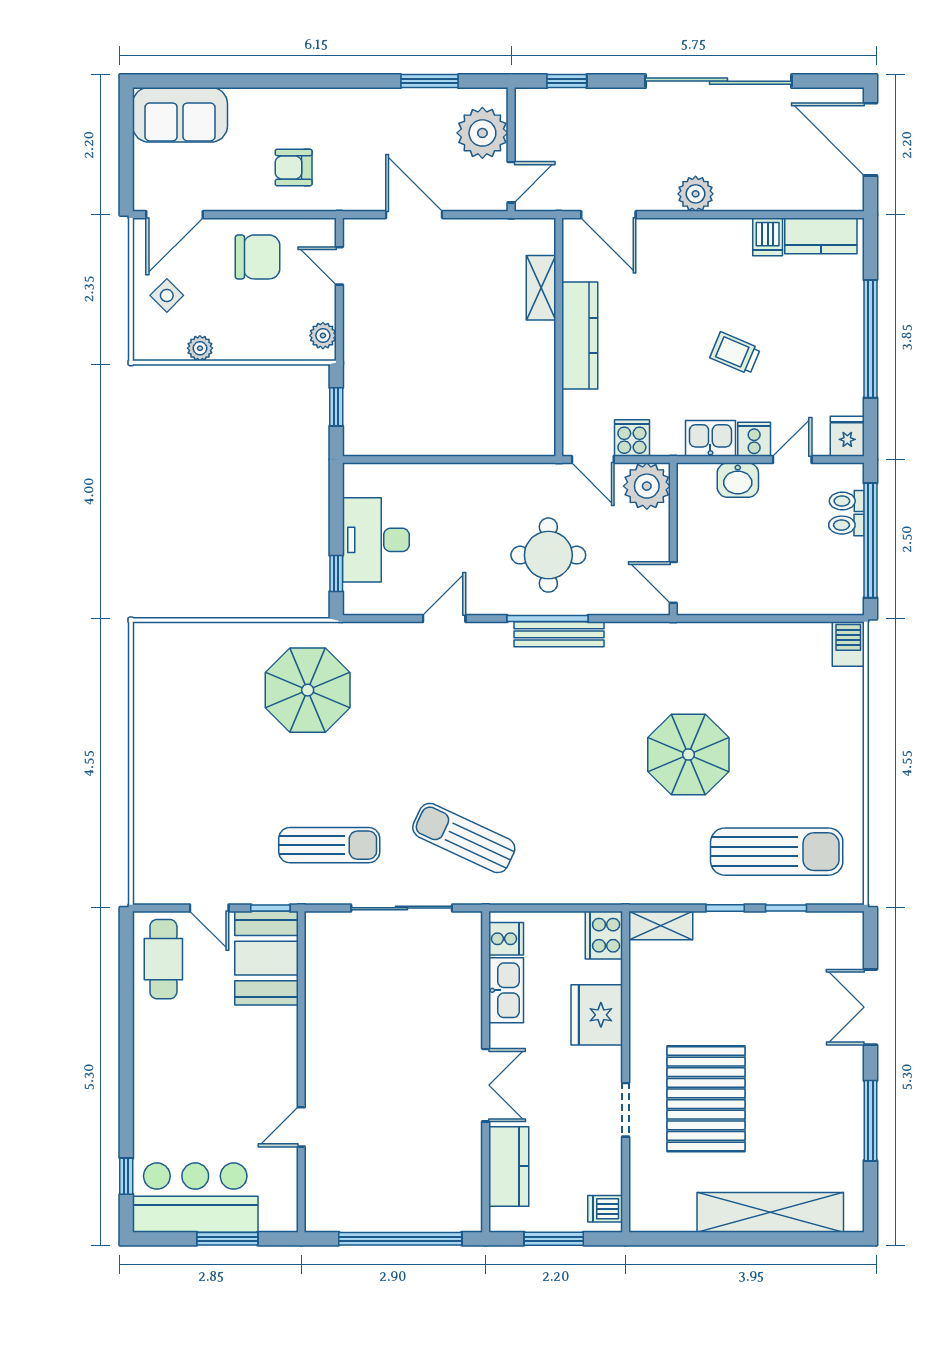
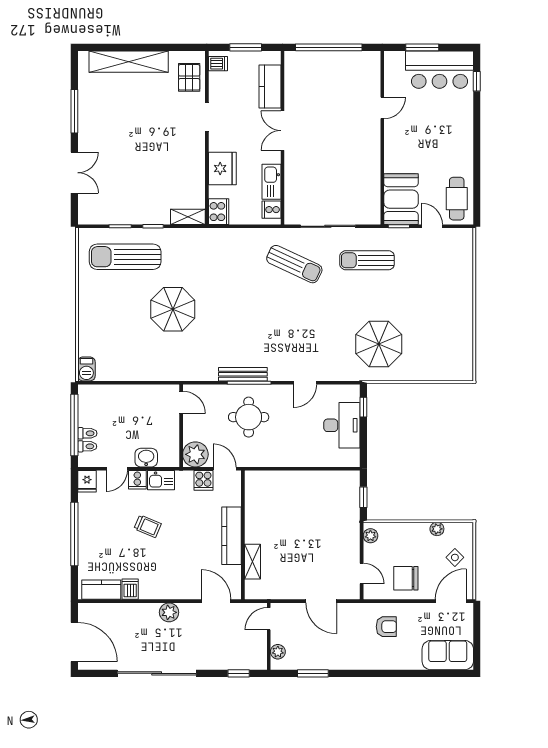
plant: (482, 133) -> (278, 652), width x0.53, depth x0.53
pallet: (706, 1099) -> (189, 77), moved, width x0.49, depth x0.50

